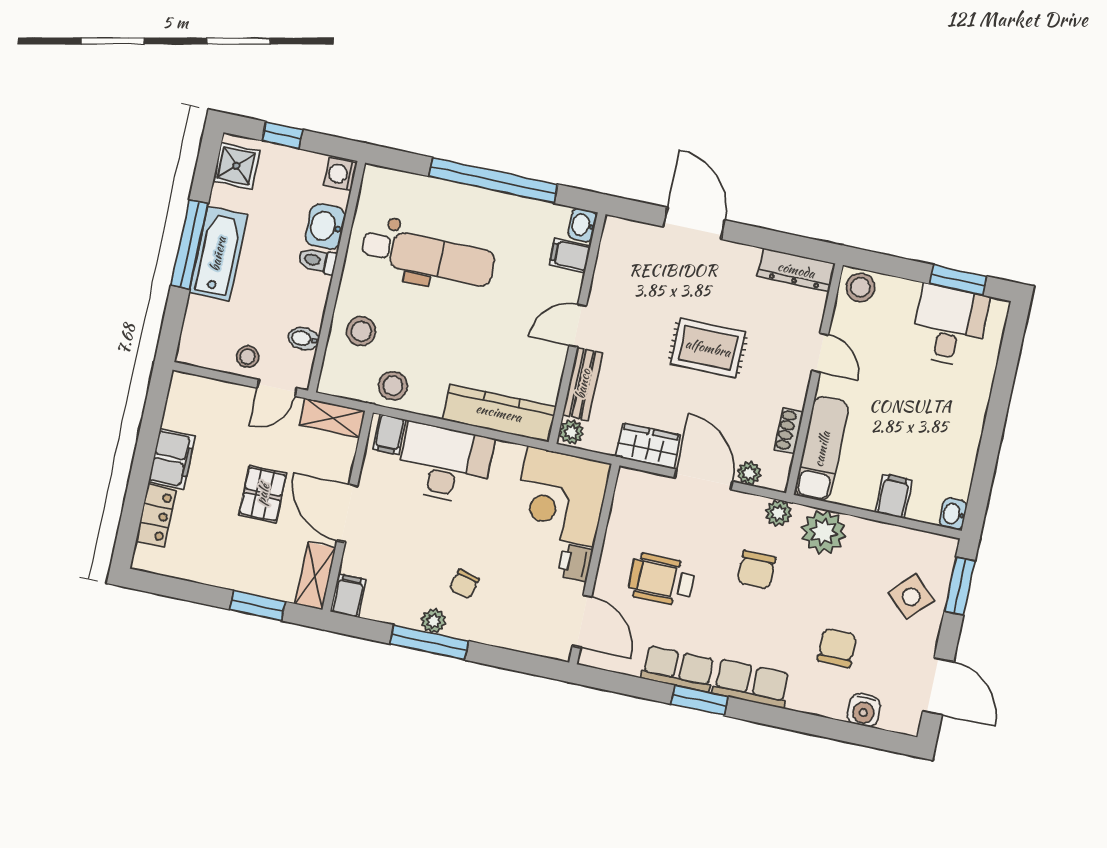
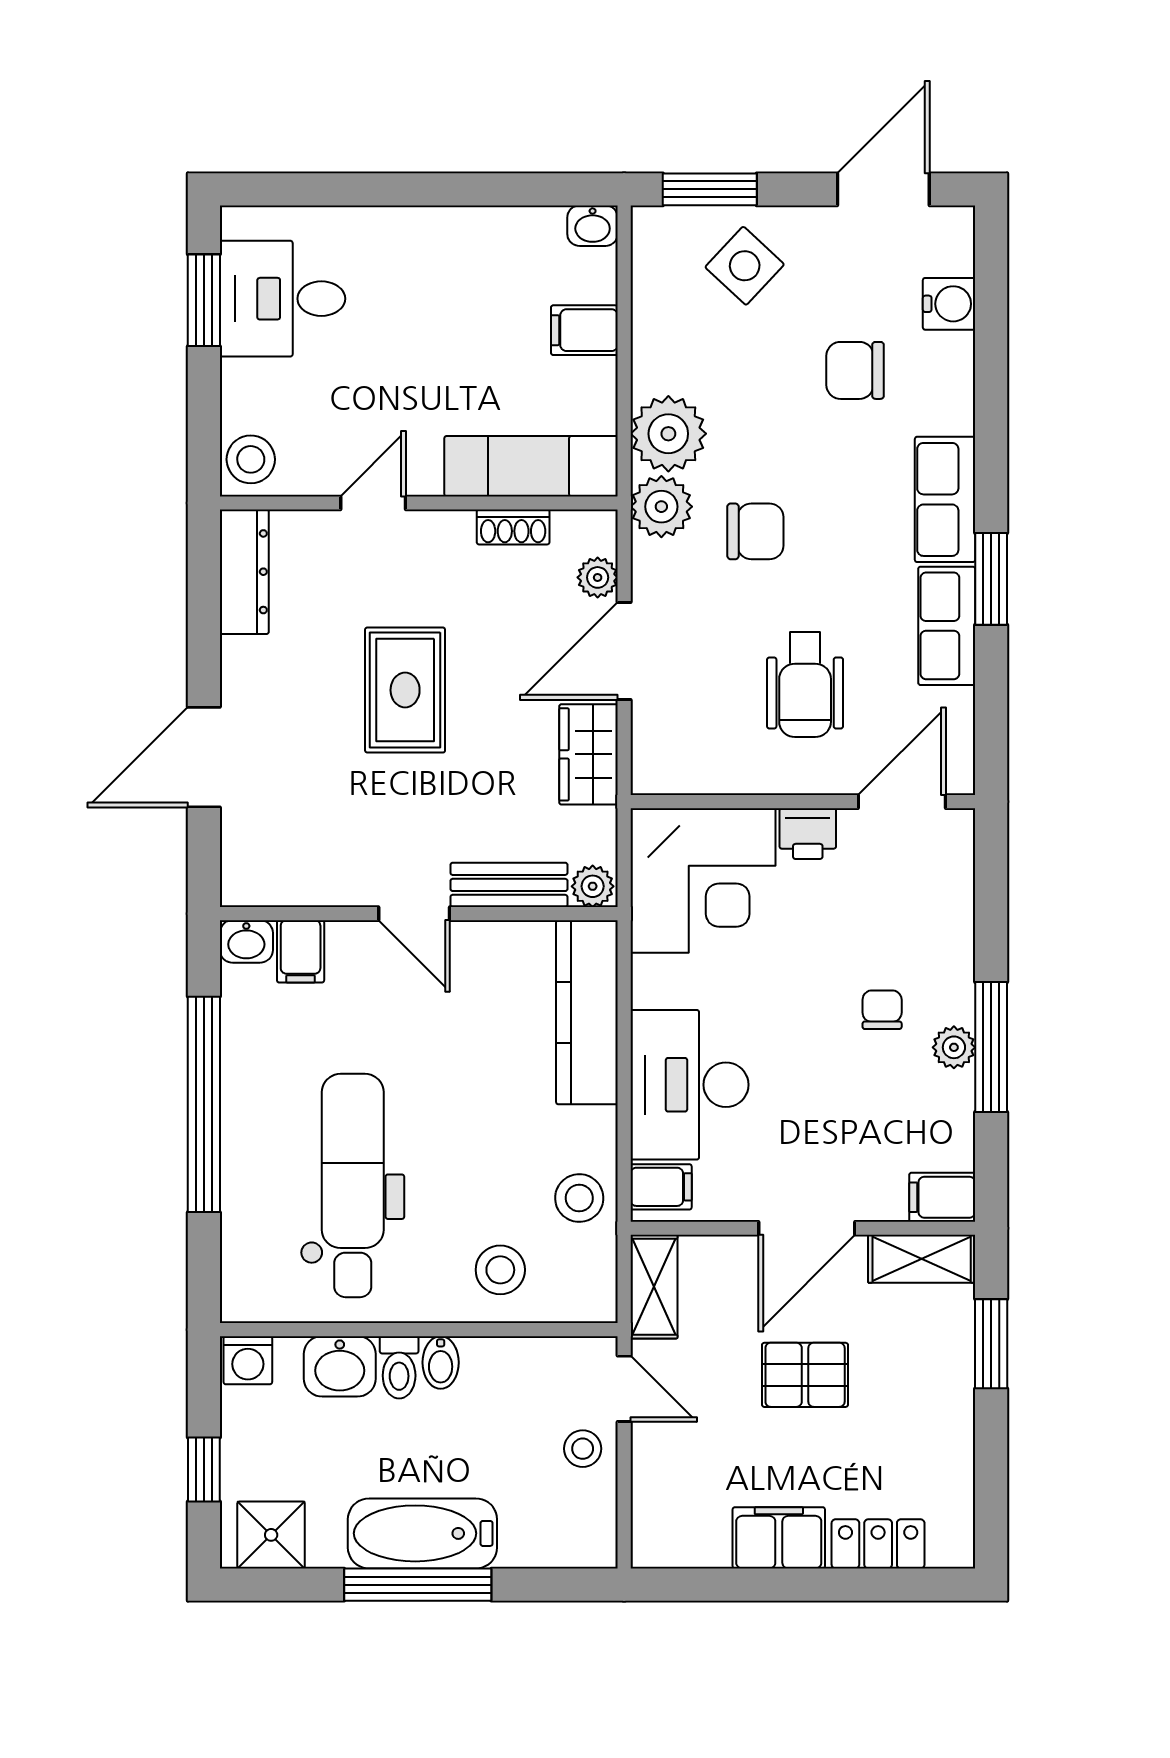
bidet: (304, 339) -> (441, 1362), moved
plant: (778, 513) -> (661, 507), width x1.38, depth x1.38
chair: (464, 584) -> (882, 1010), turned -104

